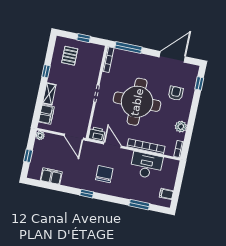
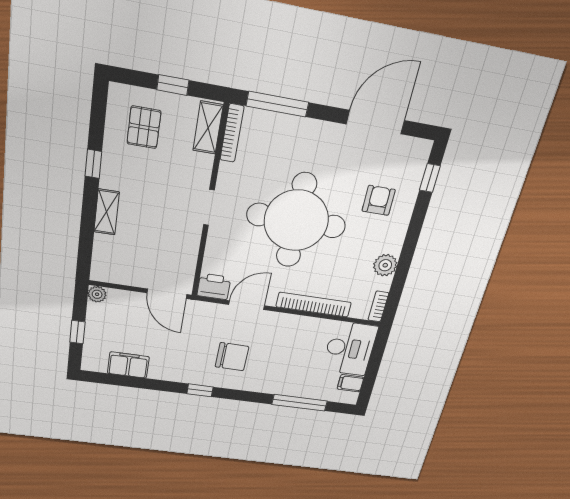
shelving: (98, 57) -> (208, 128), added
filing cabinet: (46, 114) -> (105, 253), removed
door: (113, 145) -> (247, 305), hinge flipped
desk: (146, 165) -> (350, 348), moved, turned 90
chair: (104, 174) -> (232, 357), turned 91
window: (139, 205) -> (300, 403), width x1.44

